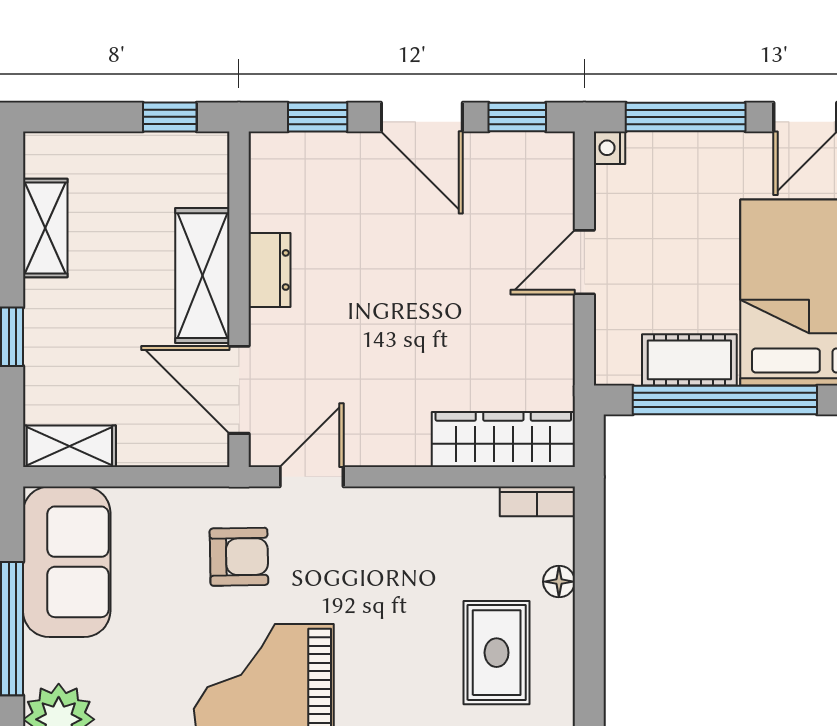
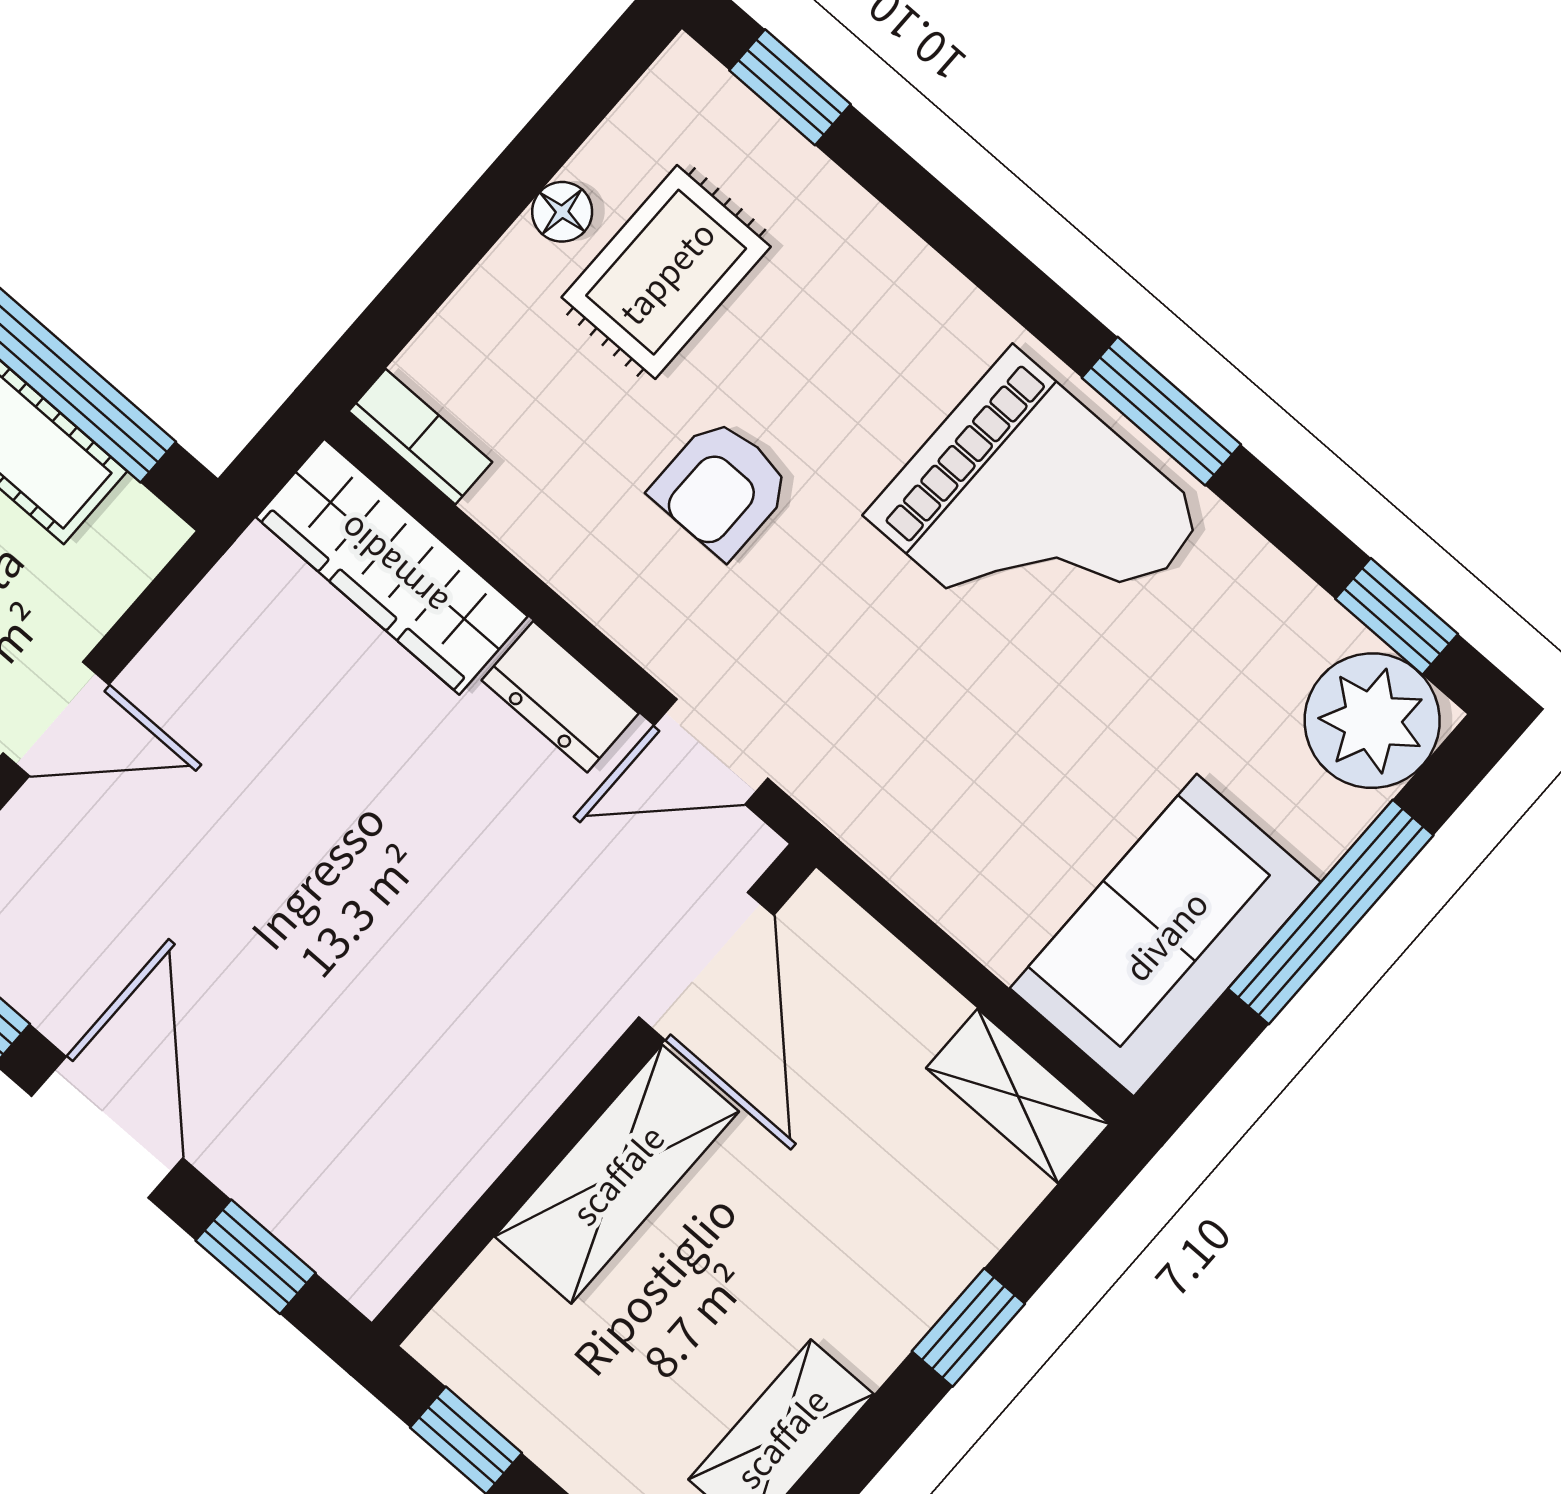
dresser: (269, 270) -> (560, 697), moved, turned -90
armchair: (239, 557) -> (721, 488), moved, turned -89
floor lamp: (559, 582) -> (562, 212), moved

